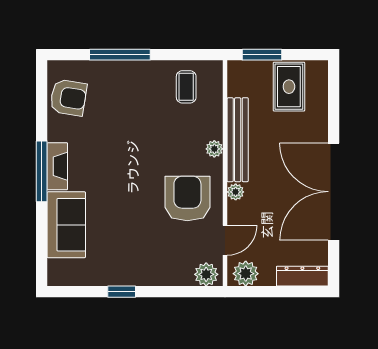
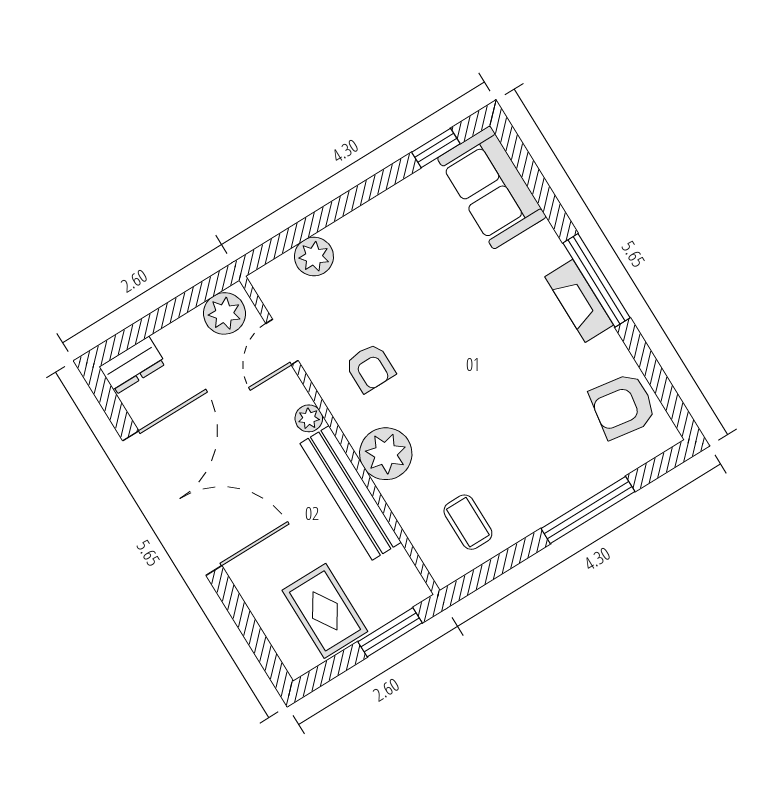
plant: (214, 149) -> (386, 454), width x1.88, depth x1.88
armchair: (187, 198) -> (370, 368), width x0.53, depth x0.53
sofa: (66, 225) -> (492, 187), moved
plant: (206, 274) -> (314, 257), moved
dresser: (302, 276) -> (132, 365), width x0.70
window: (122, 292) -> (436, 148), moved

